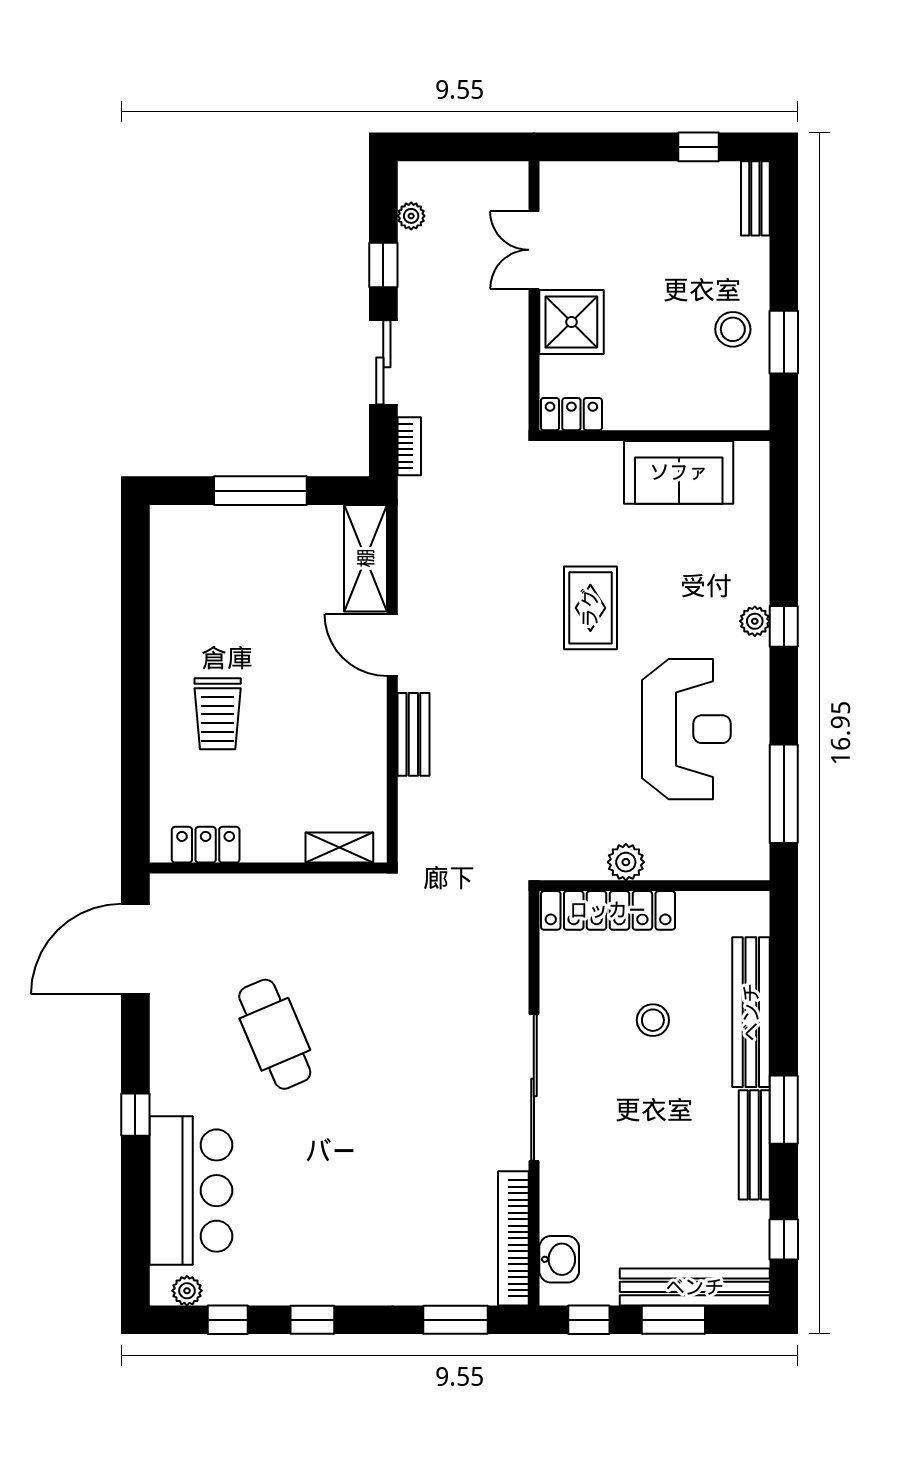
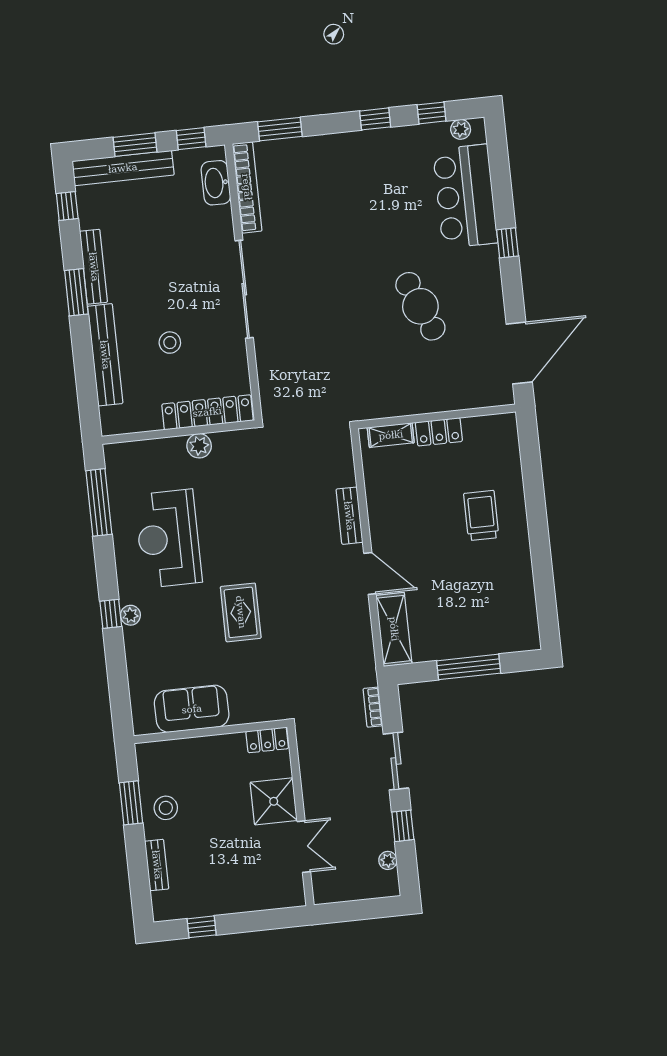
bench: (755, 198) -> (157, 865), moved
locker: (206, 845) -> (439, 432), moved
washbasin: (559, 1259) -> (216, 183), width x1.38

